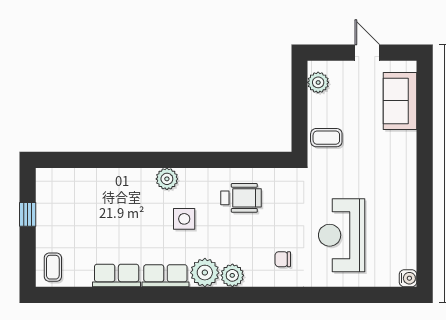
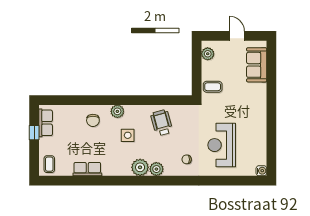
chair: (126, 194) -> (93, 120), added
wheelchair: (241, 198) -> (162, 123), turned -105
row of seats: (165, 276) -> (46, 123), moved, turned 90

